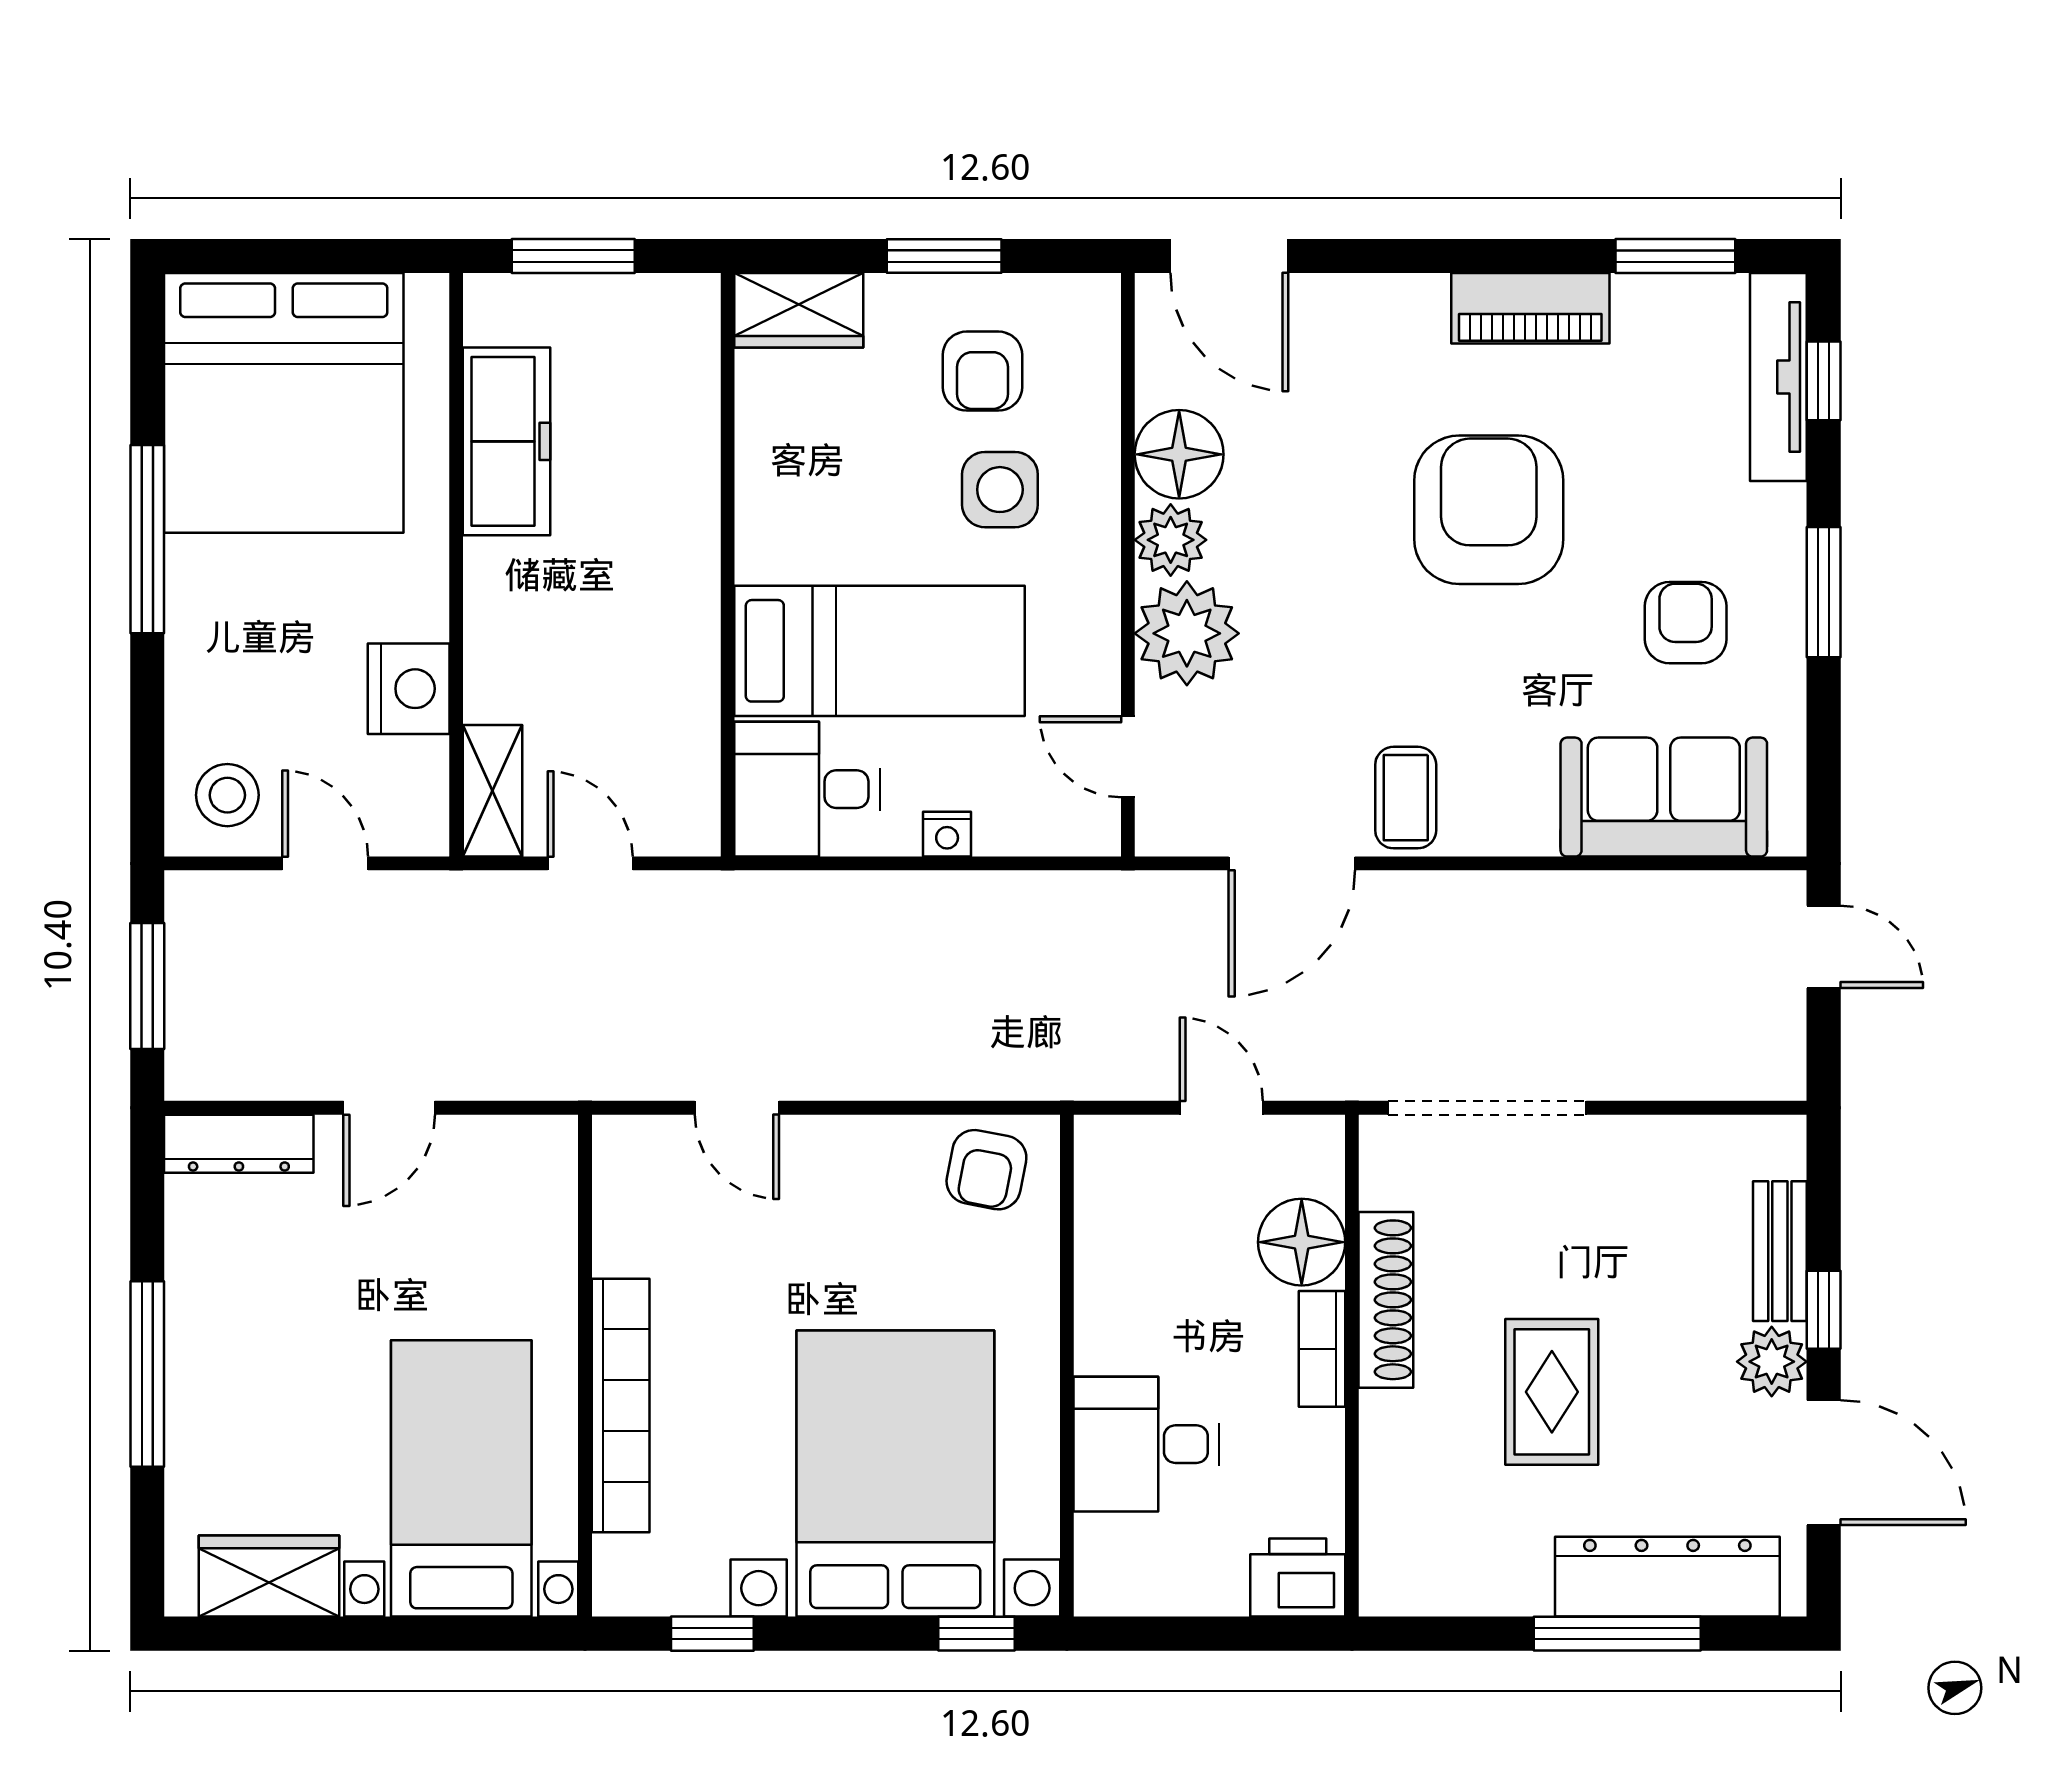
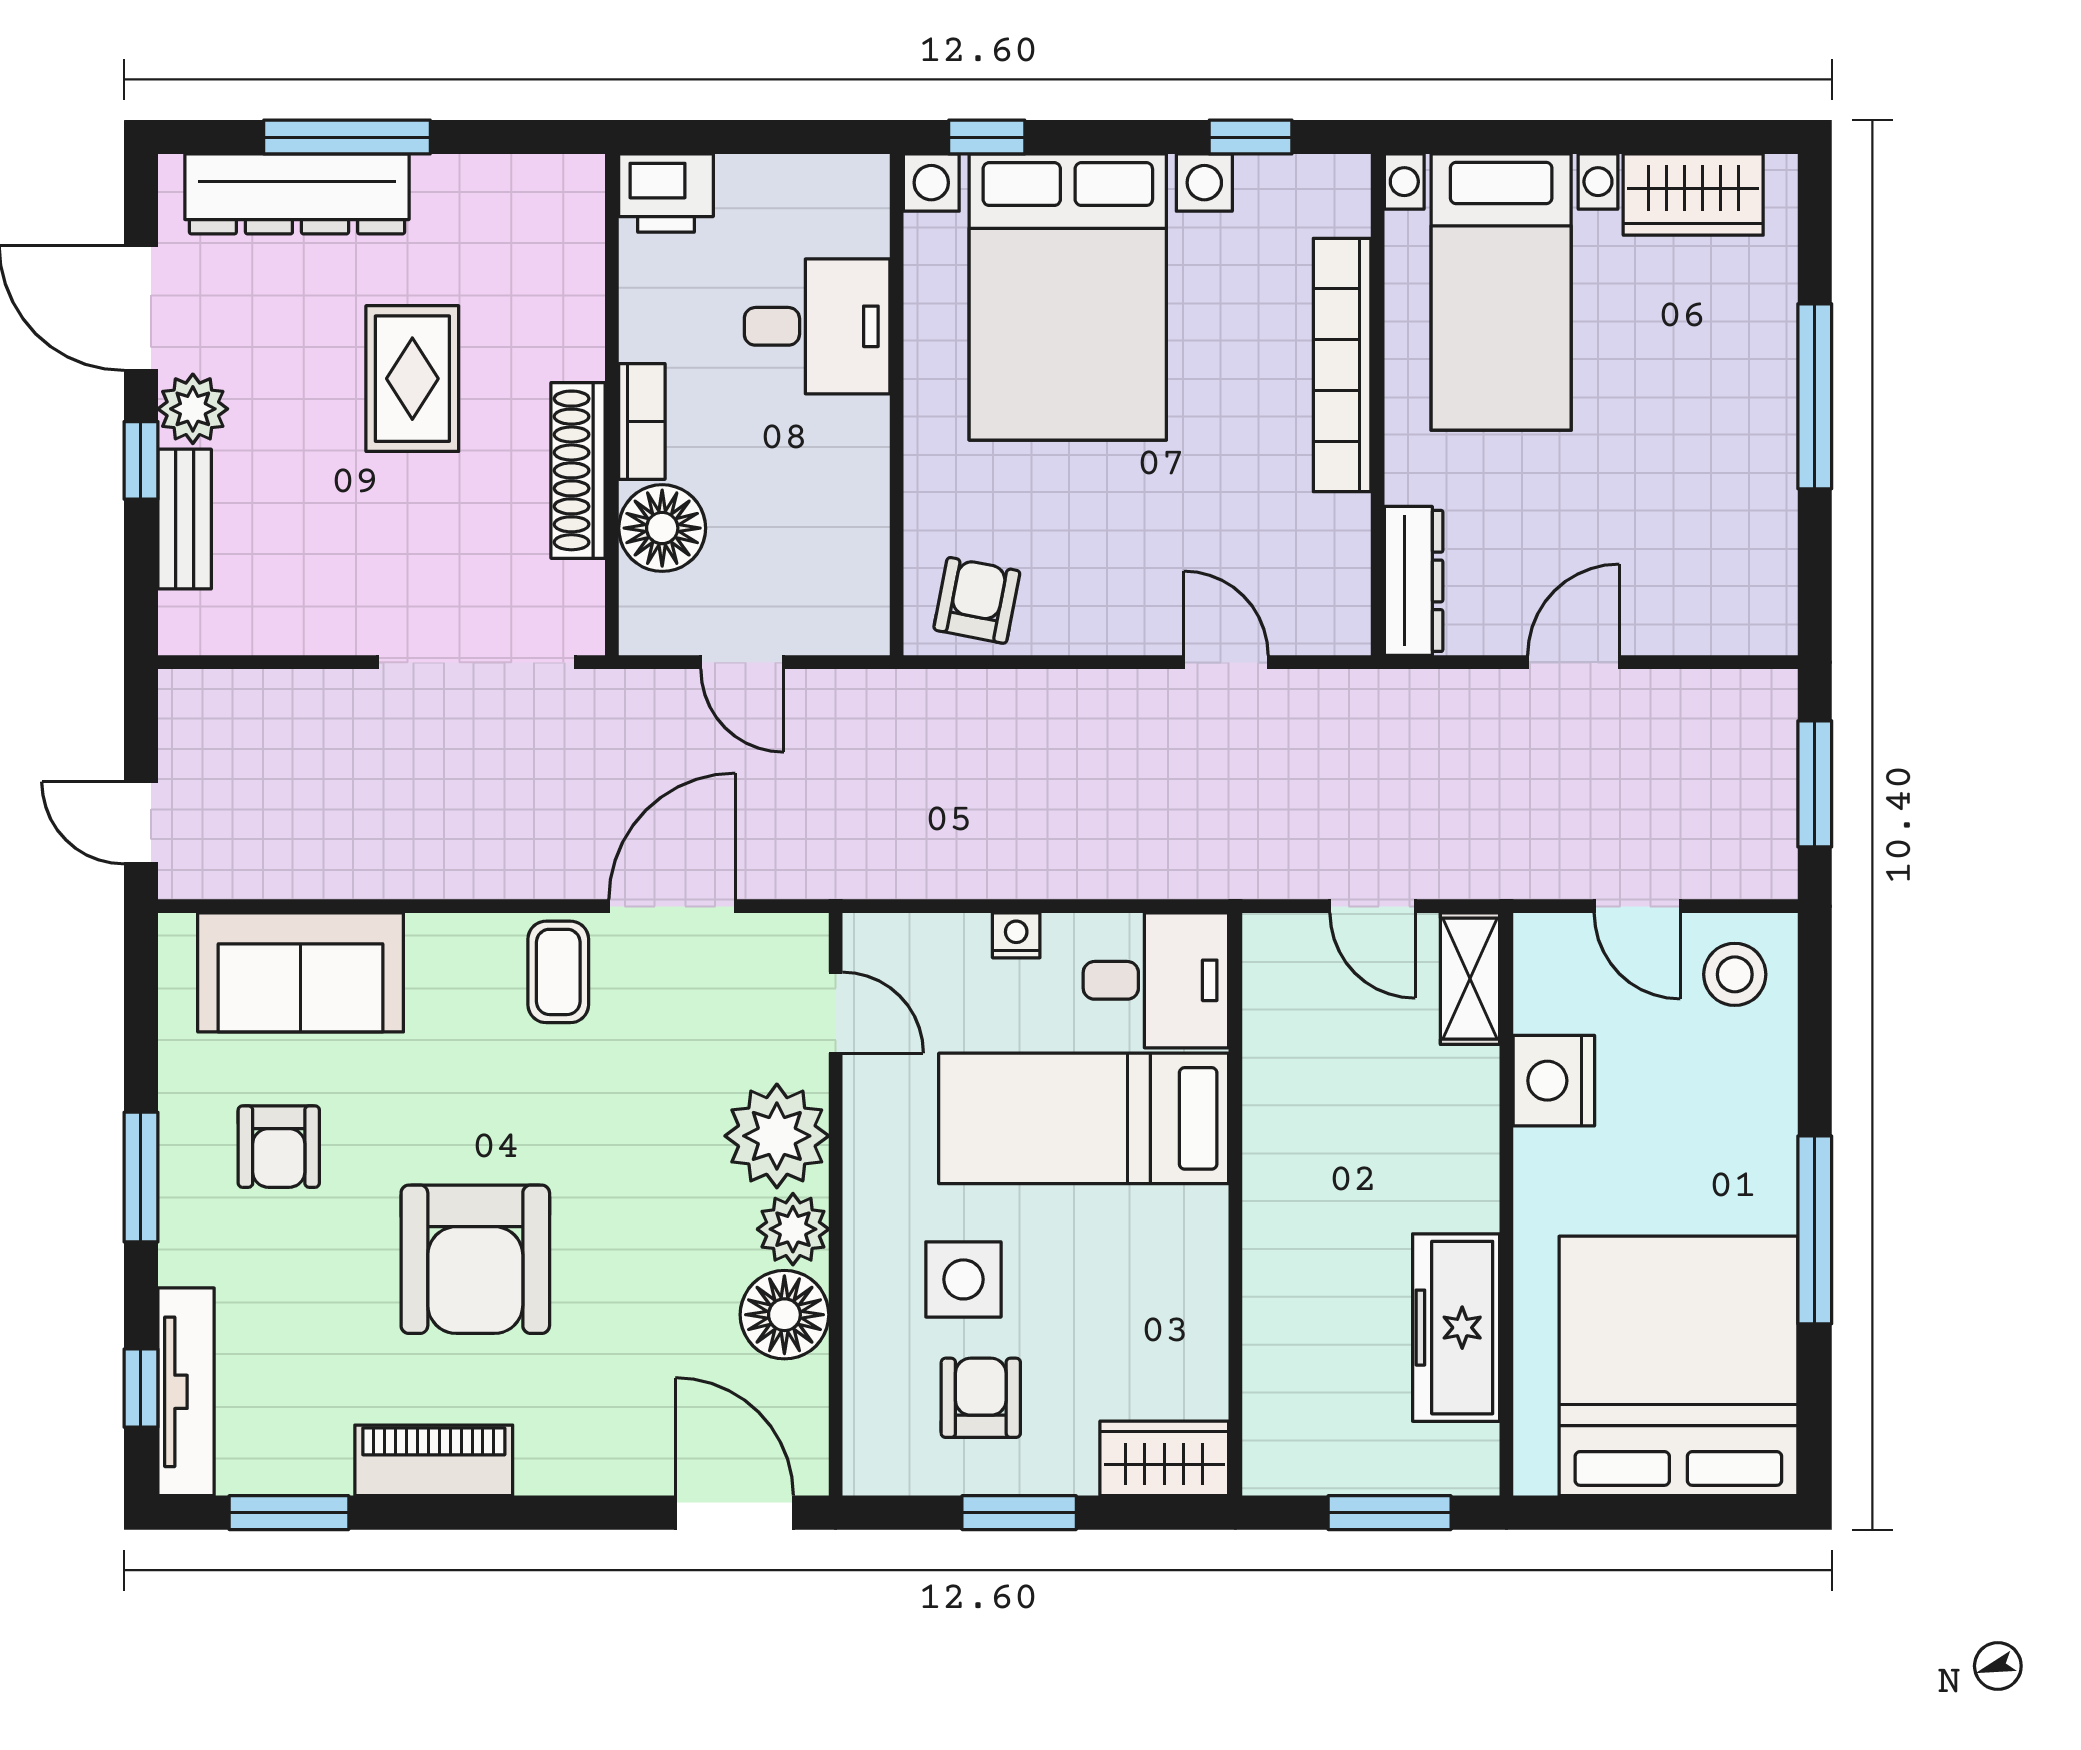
dresser: (239, 1144) -> (1414, 581), moved, turned 90

